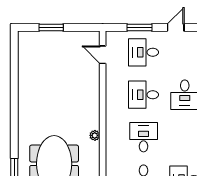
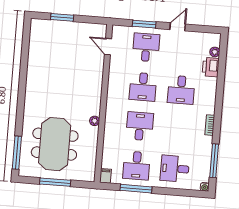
desk: (144, 52) -> (146, 47), turned 90
desk: (144, 95) -> (143, 87), turned -90

